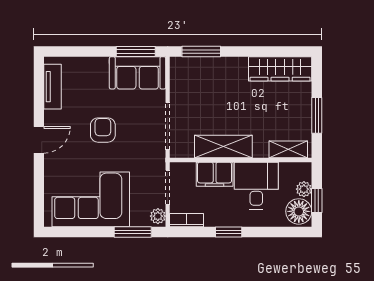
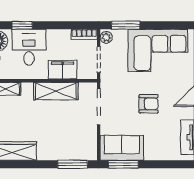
armchair: (103, 130) -> (149, 104), turned -90
desk: (256, 186) -> (29, 47), moved, turned 180
window: (229, 232) -> (22, 25), moved

